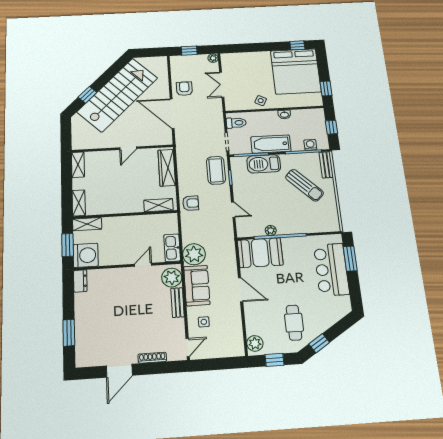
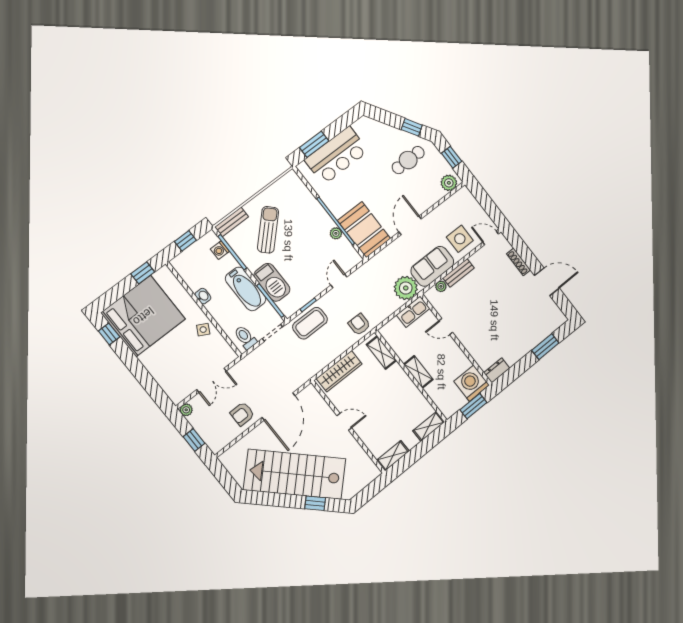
shelving: (87, 224) -> (418, 372), moved
plant: (172, 278) -> (441, 286), width x0.53, depth x0.53
side table: (204, 322) -> (460, 239), width x1.87, depth x1.87

